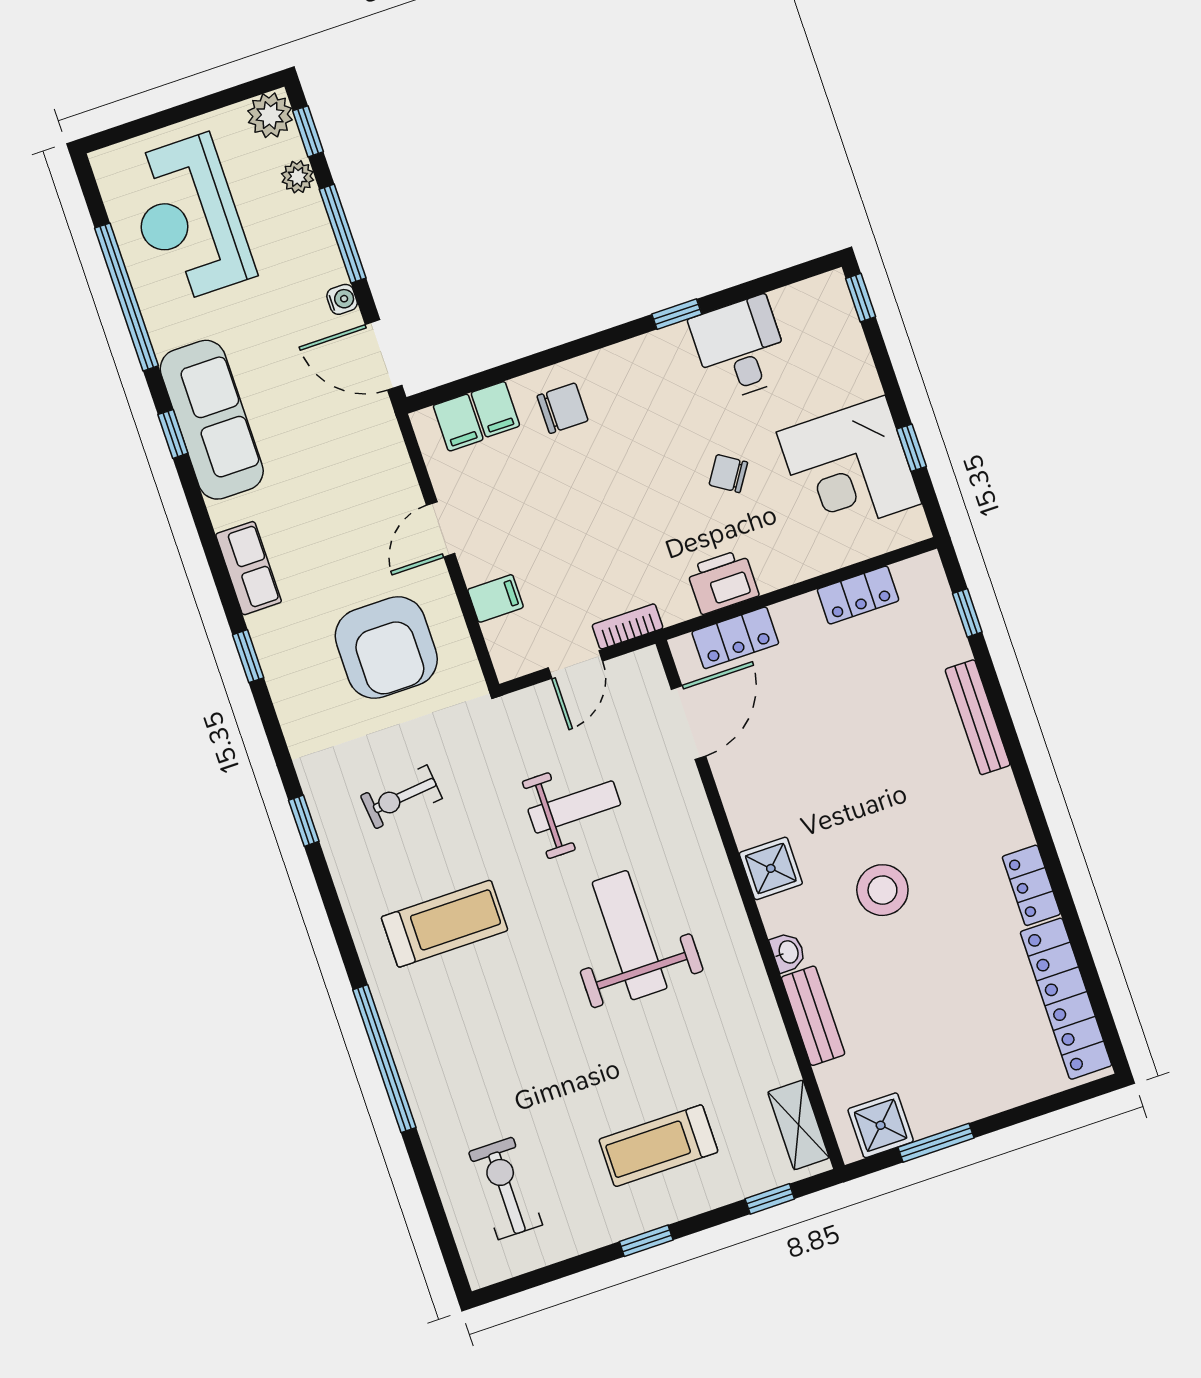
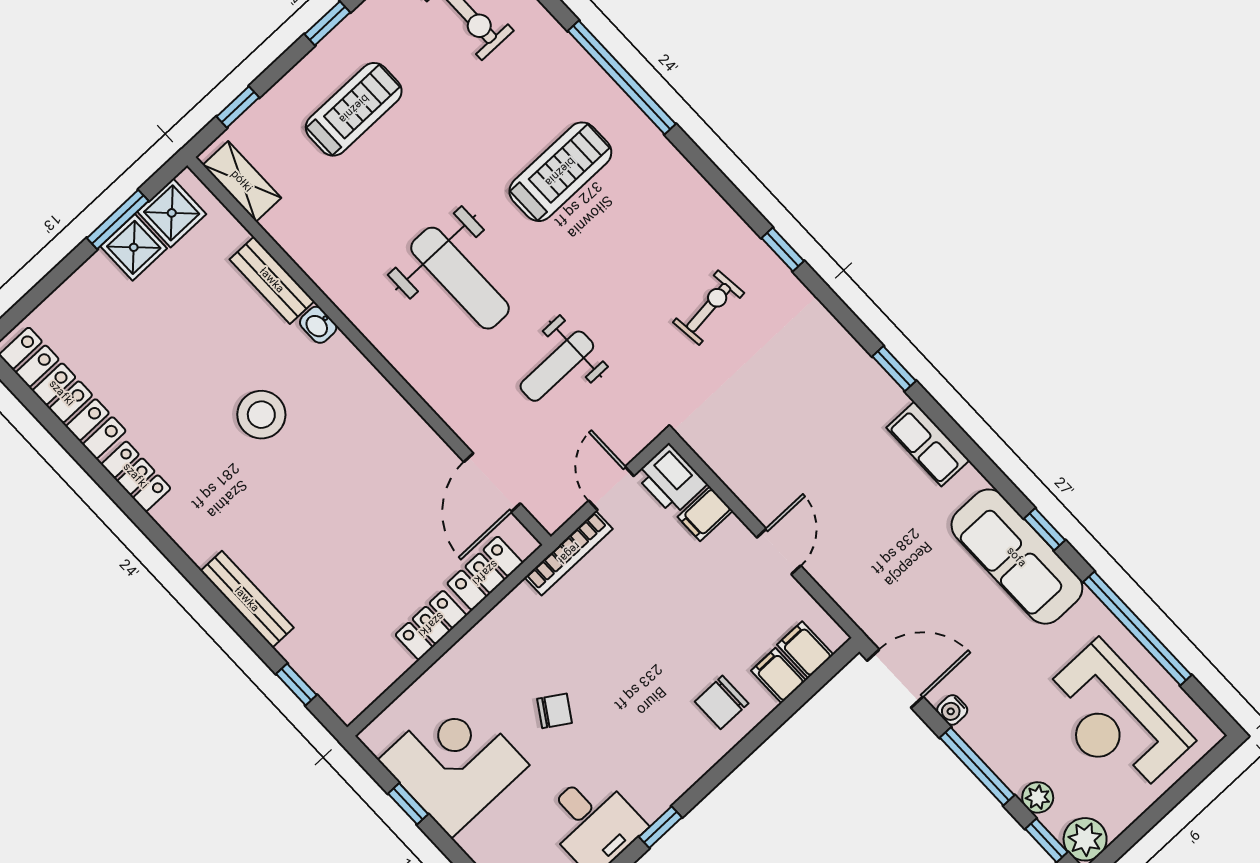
reception desk: (188, 219) -> (1115, 719), turned 180
printer: (723, 582) -> (671, 479), moved, turned 90
locker: (858, 595) -> (431, 625), moved
bookcase: (627, 626) -> (569, 553), width x1.56
armchair: (386, 648) -> (779, 430), removed
shower: (771, 868) -> (134, 247), moved
treadmill: (445, 924) -> (560, 172), moved, turned 180

